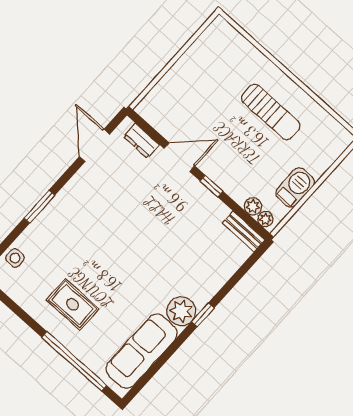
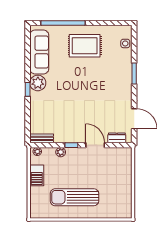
sun lounger: (271, 112) -> (74, 197), width x1.36, depth x1.34
door: (180, 157) -> (95, 145), swing flipped
plant: (253, 206) -> (61, 152), moved
rug: (73, 304) -> (85, 46), width x1.36, depth x1.43

